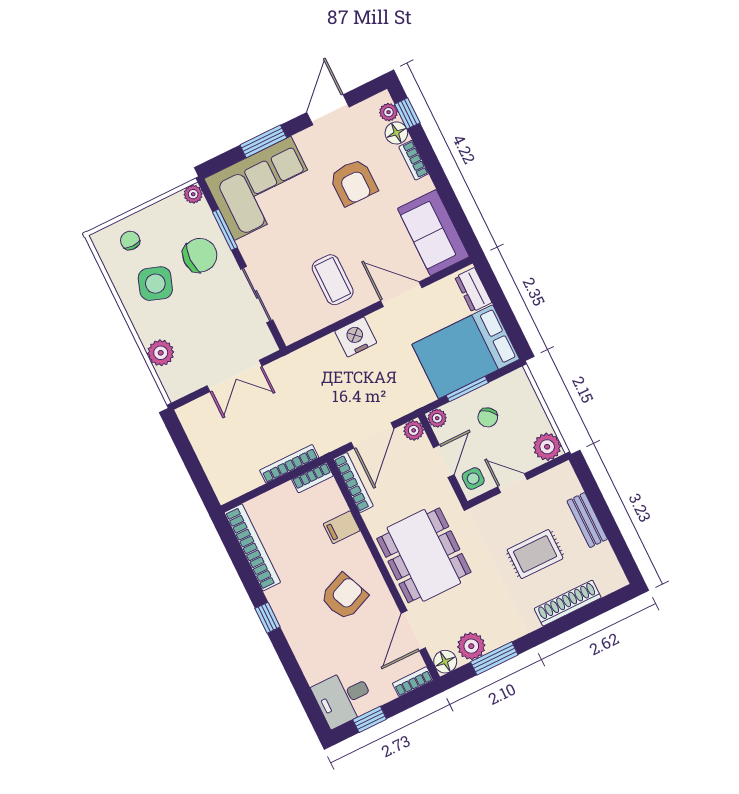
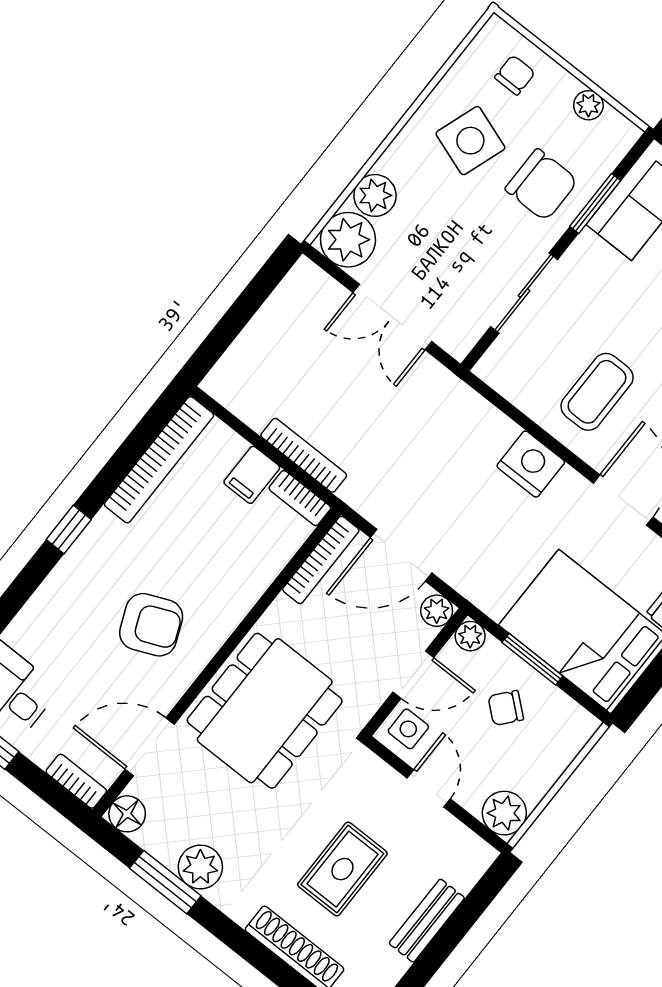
plant: (193, 194) -> (588, 105), moved
plant: (179, 380) -> (348, 240), added
filing cabinet: (342, 527) -> (252, 475), moved, turned -90
rug: (535, 554) -> (342, 869), turned 90
plant: (471, 646) -> (200, 867), moved

